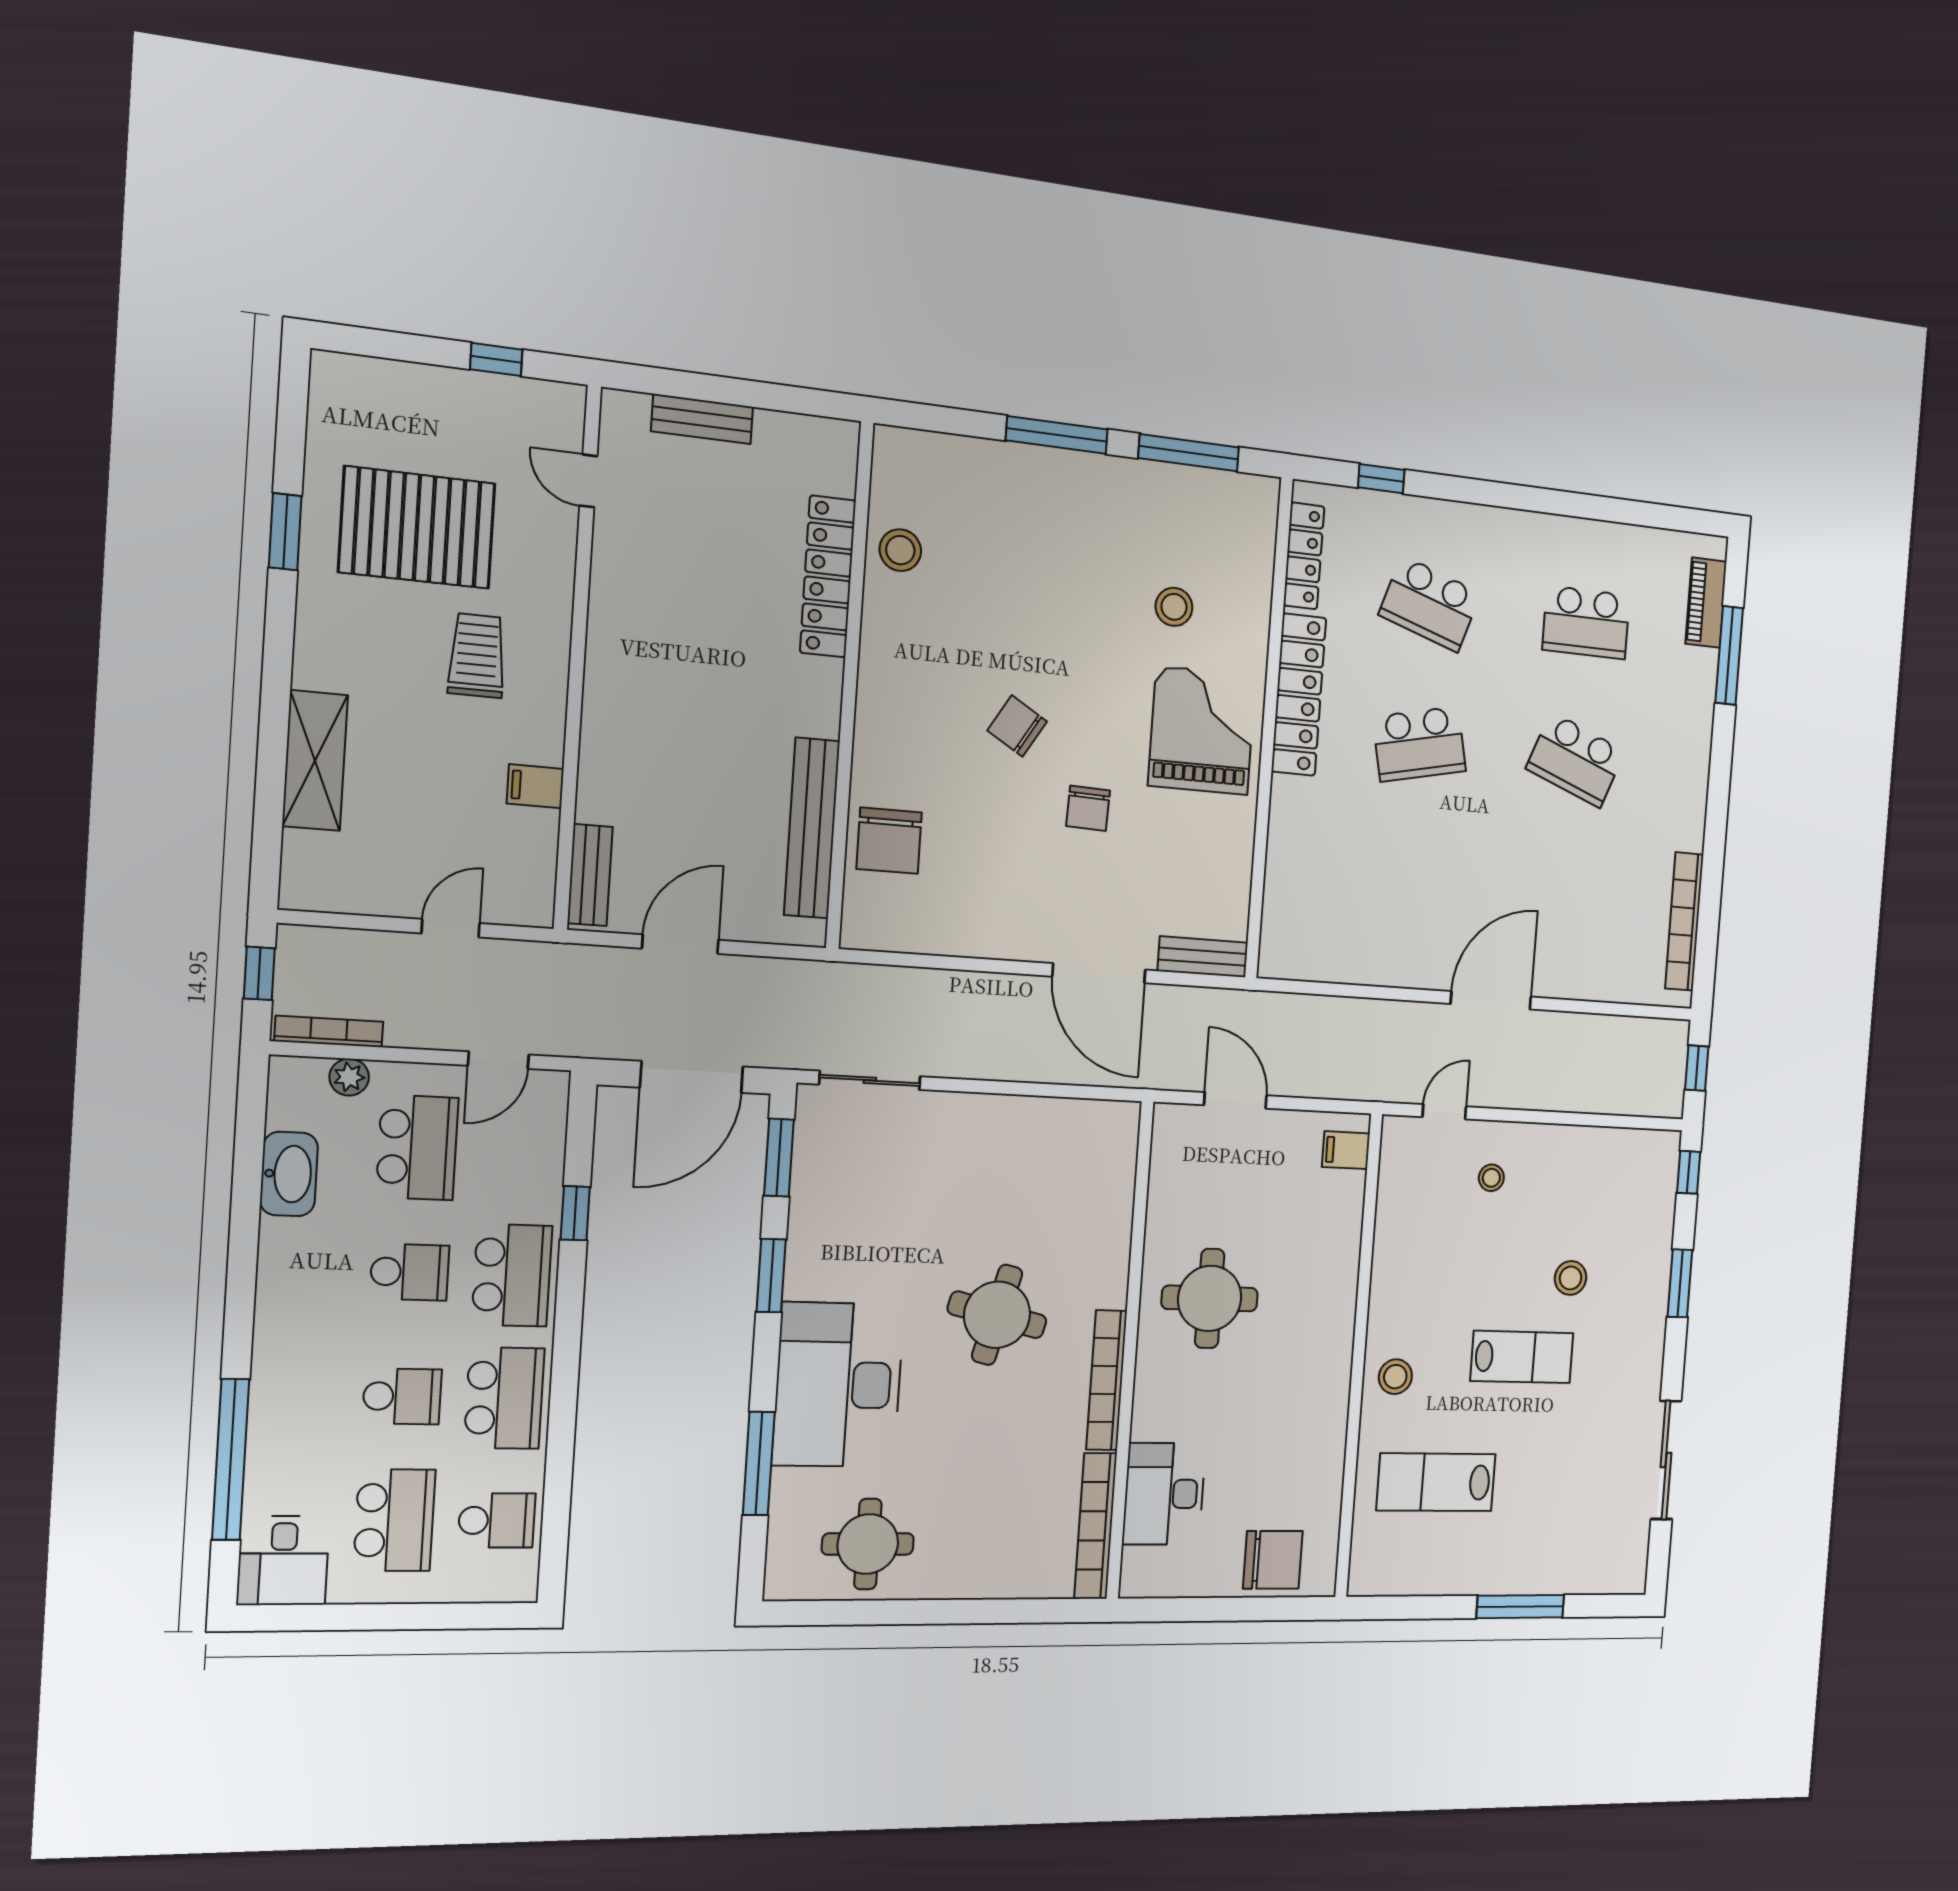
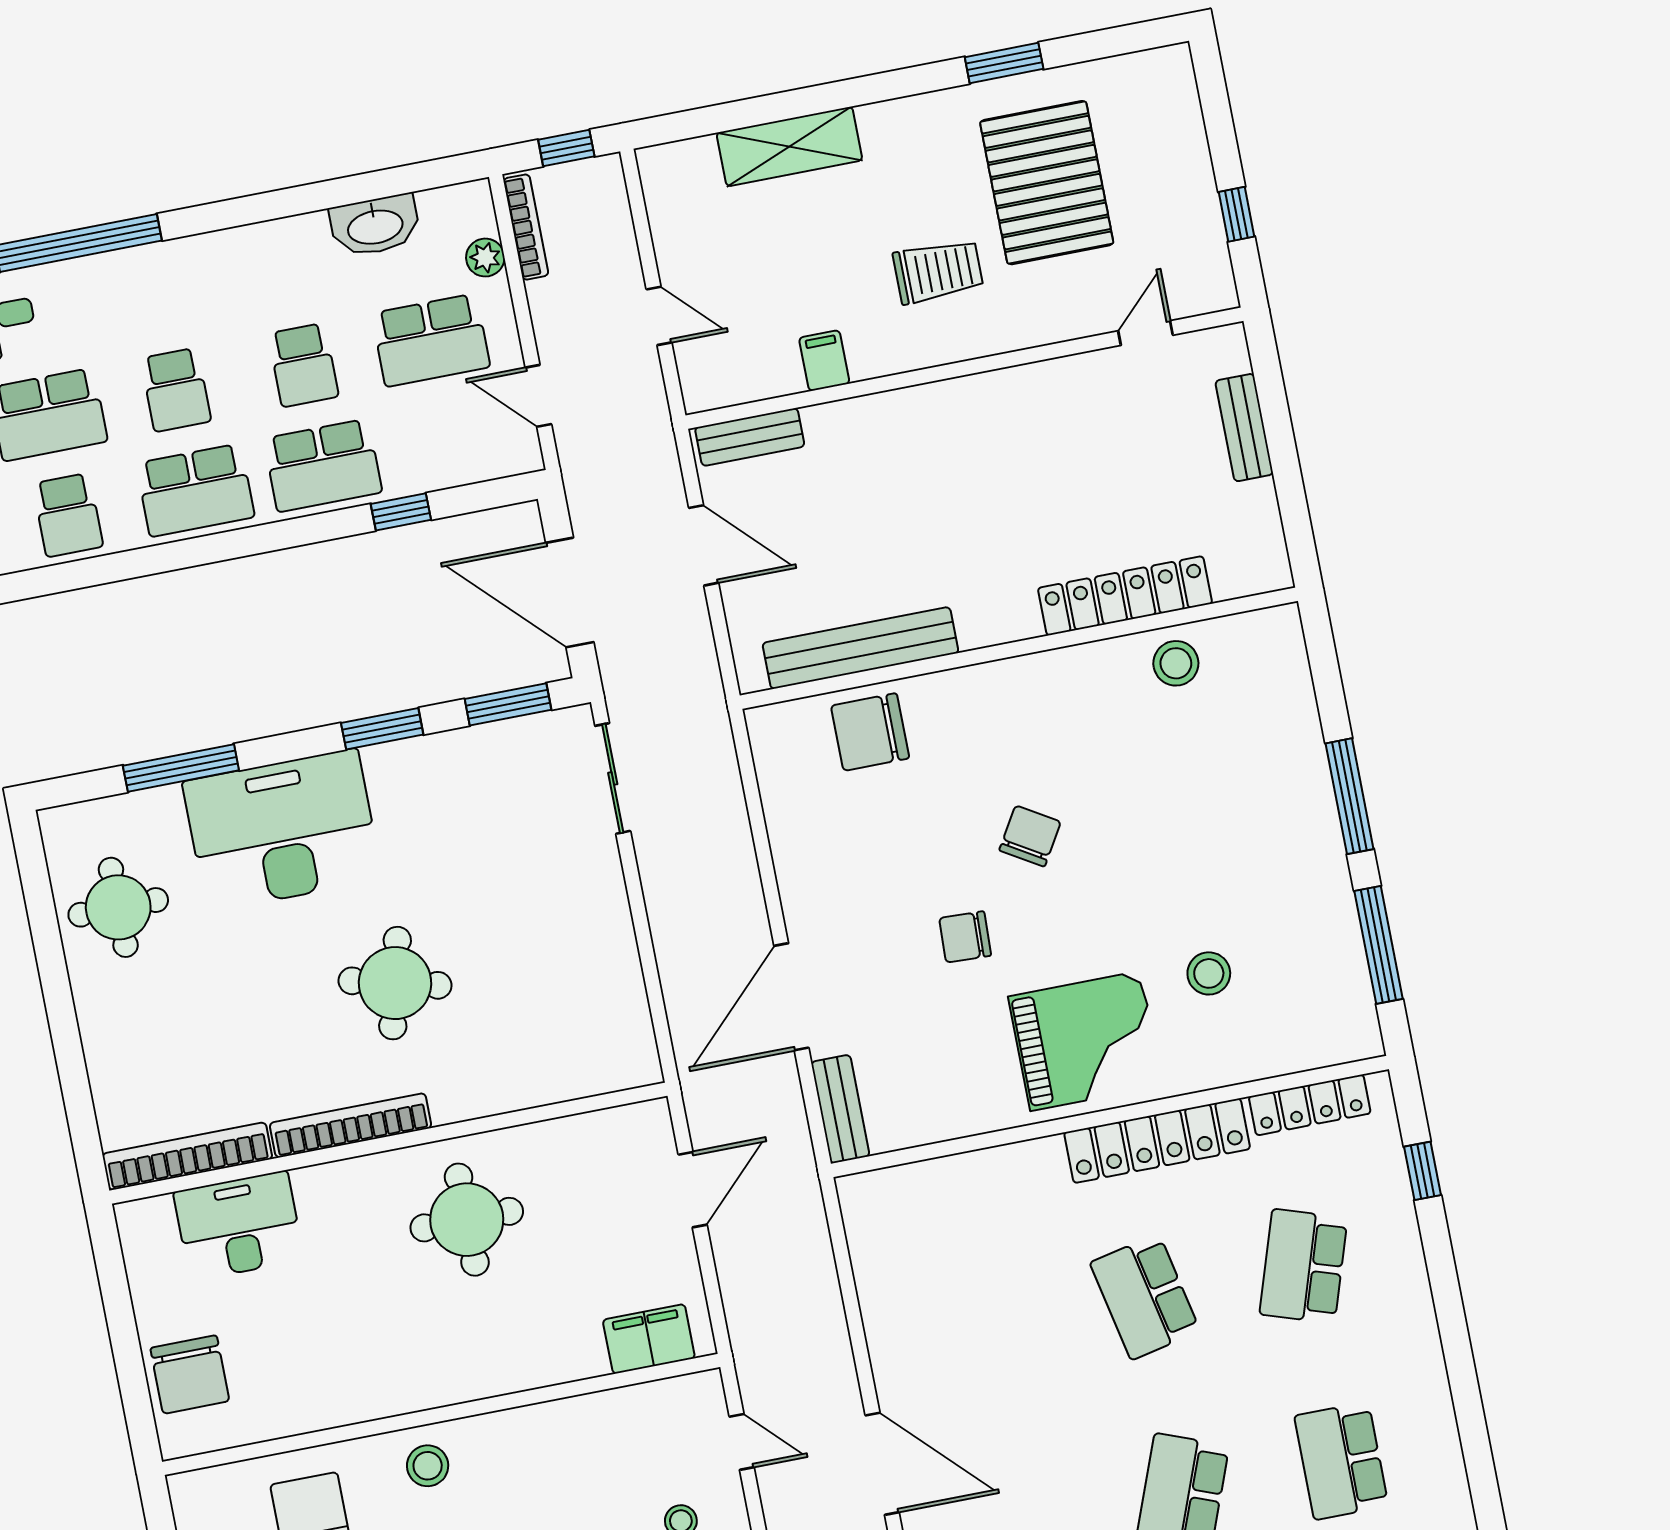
filing cabinet: (1346, 1150) -> (649, 1339), width x2.00

